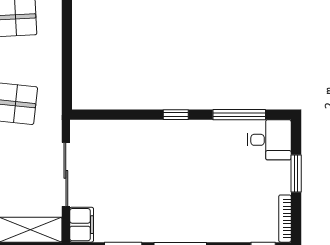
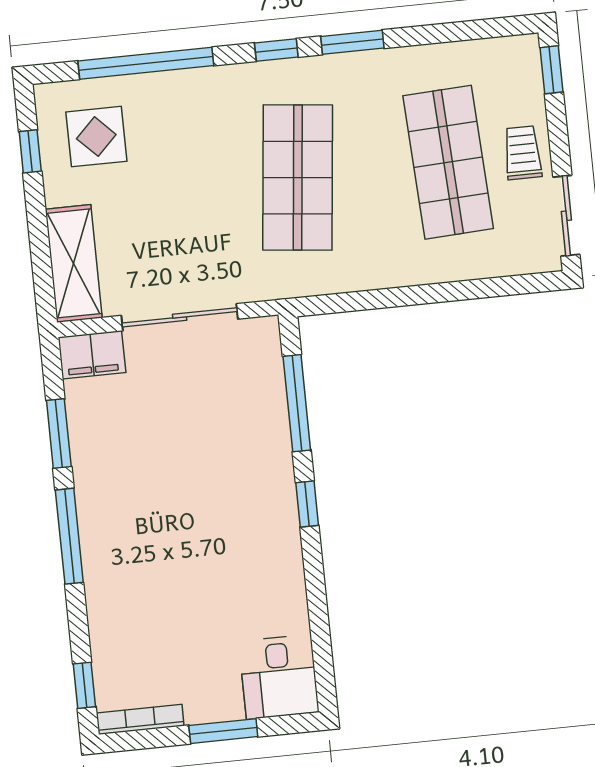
window: (239, 115) -> (297, 403), moved

